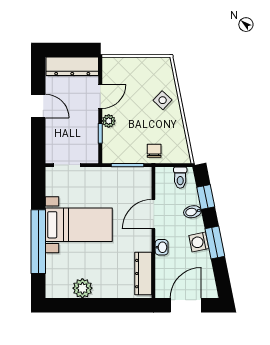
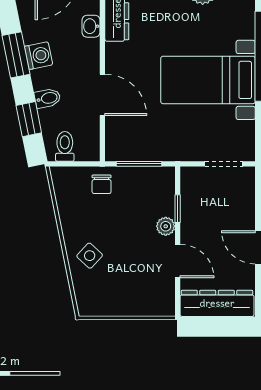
door: (100, 96) -> (178, 261), swing flipped
door: (153, 214) -> (102, 95), hinge flipped
washbasin: (162, 247) -> (91, 26), moved

